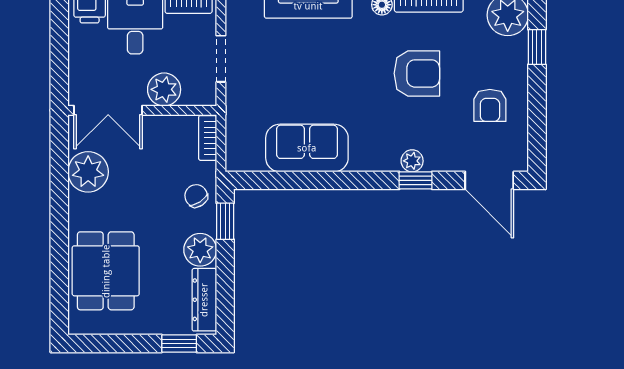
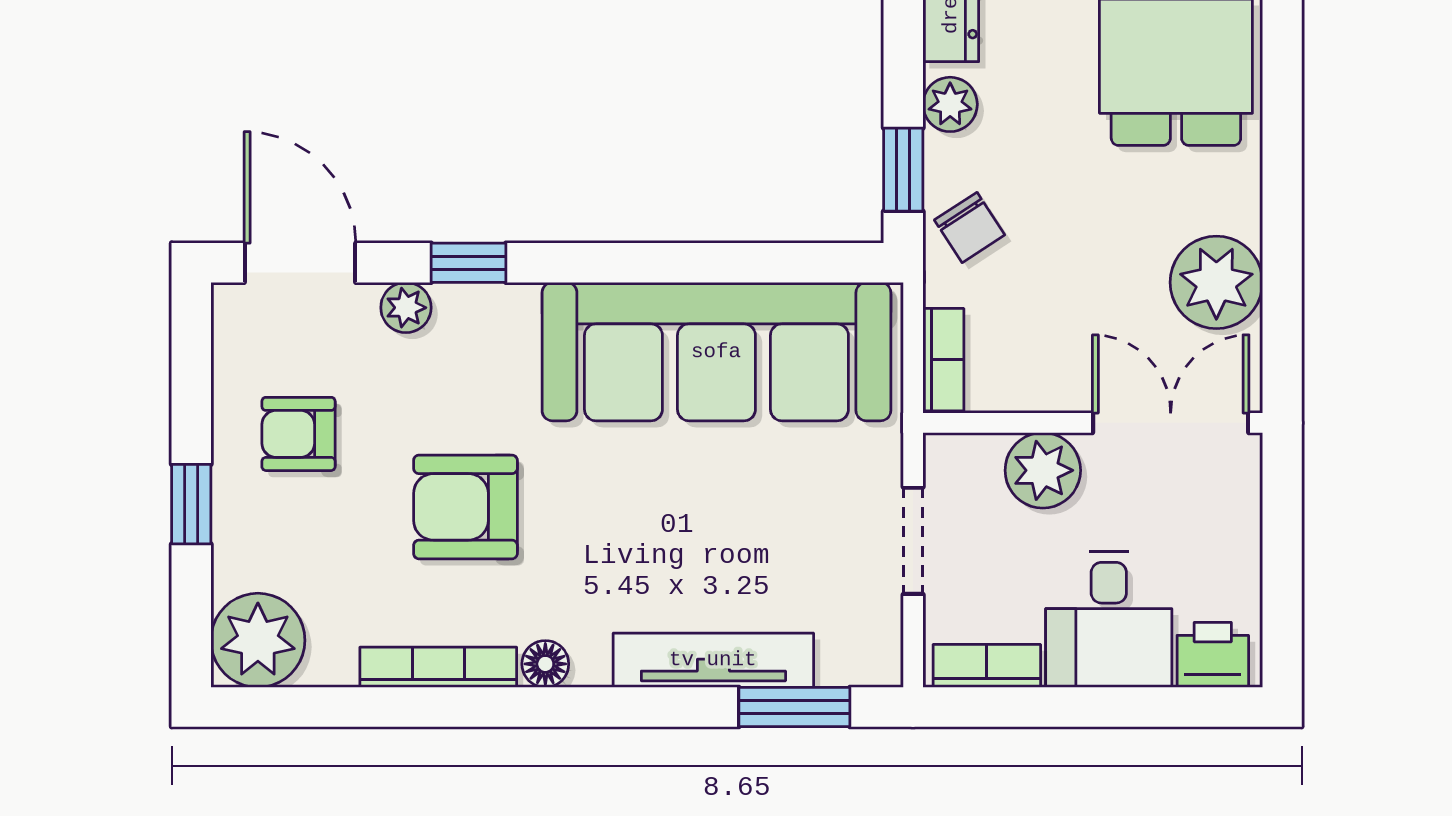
window: (537, 47) -> (191, 504), moved
armchair: (490, 105) -> (299, 434), turned -90
sofa: (307, 148) -> (716, 352), width x1.85, depth x1.27
plant: (412, 161) -> (406, 308), moved
plant: (200, 250) -> (950, 104), width x0.73, depth x0.73

